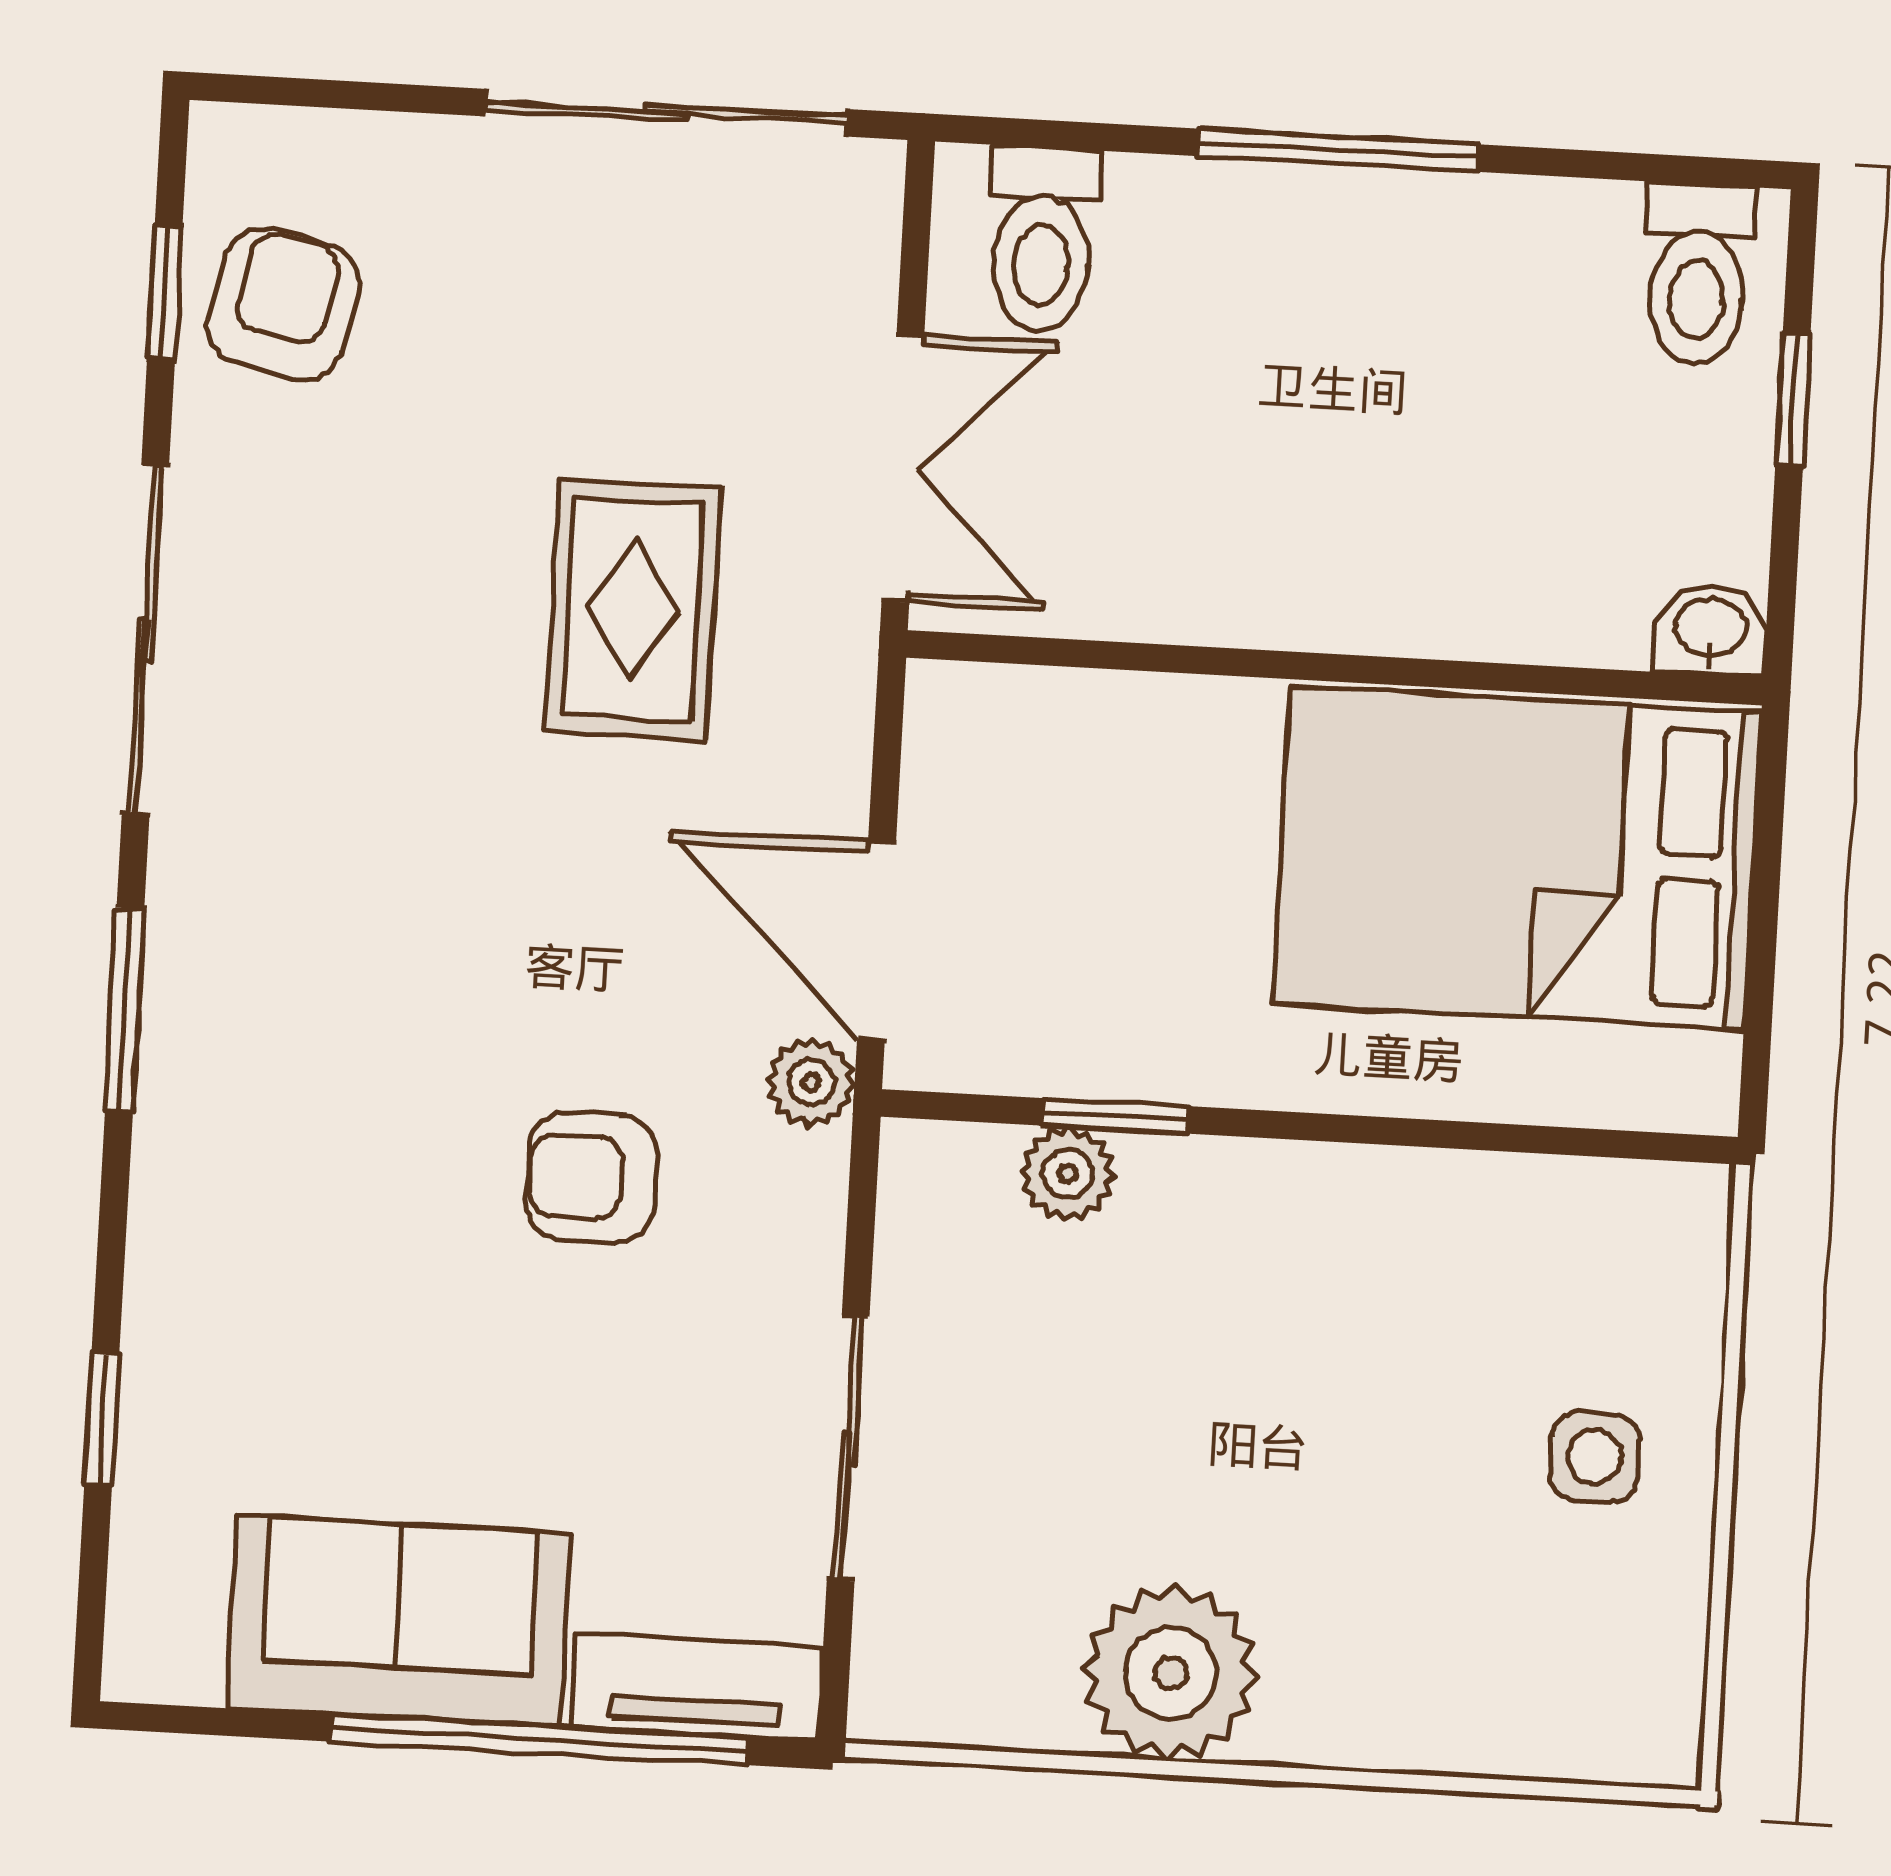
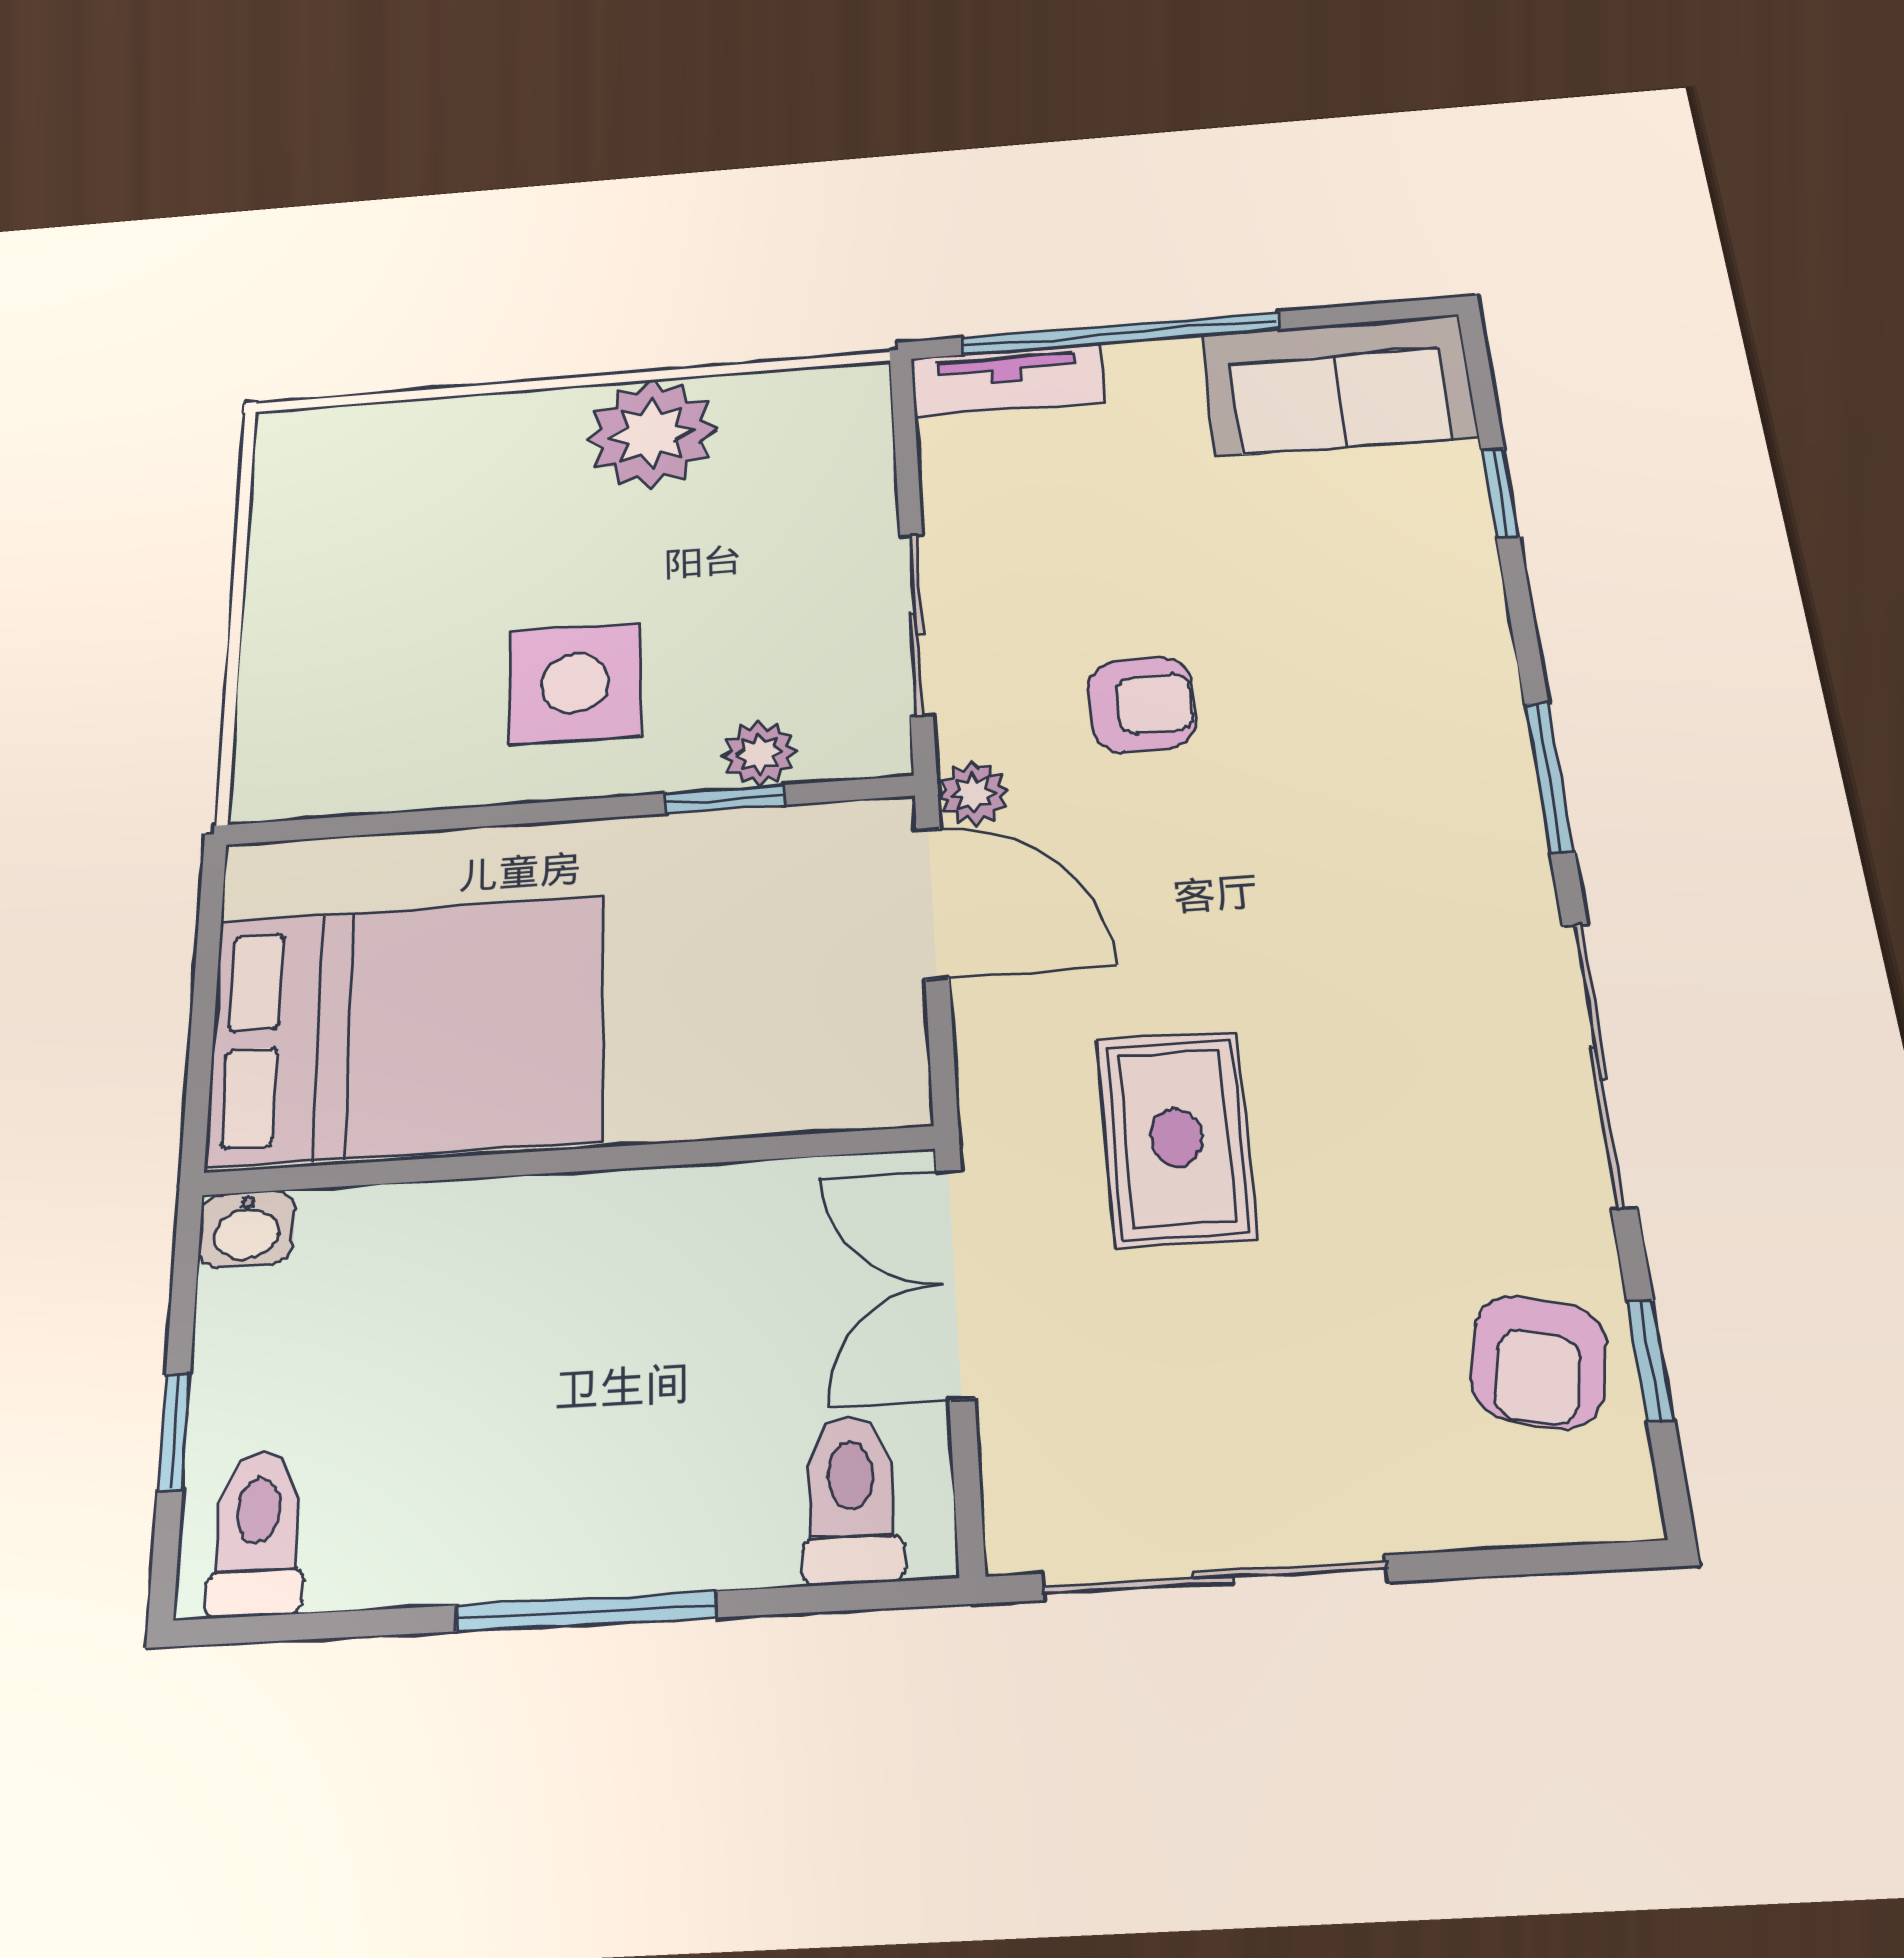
sliding door: (848, 1448) -> (916, 624), moved
side table: (1595, 1457) -> (575, 683), moved, width x1.87, depth x1.87
sofa: (398, 1621) -> (1338, 385), moved

